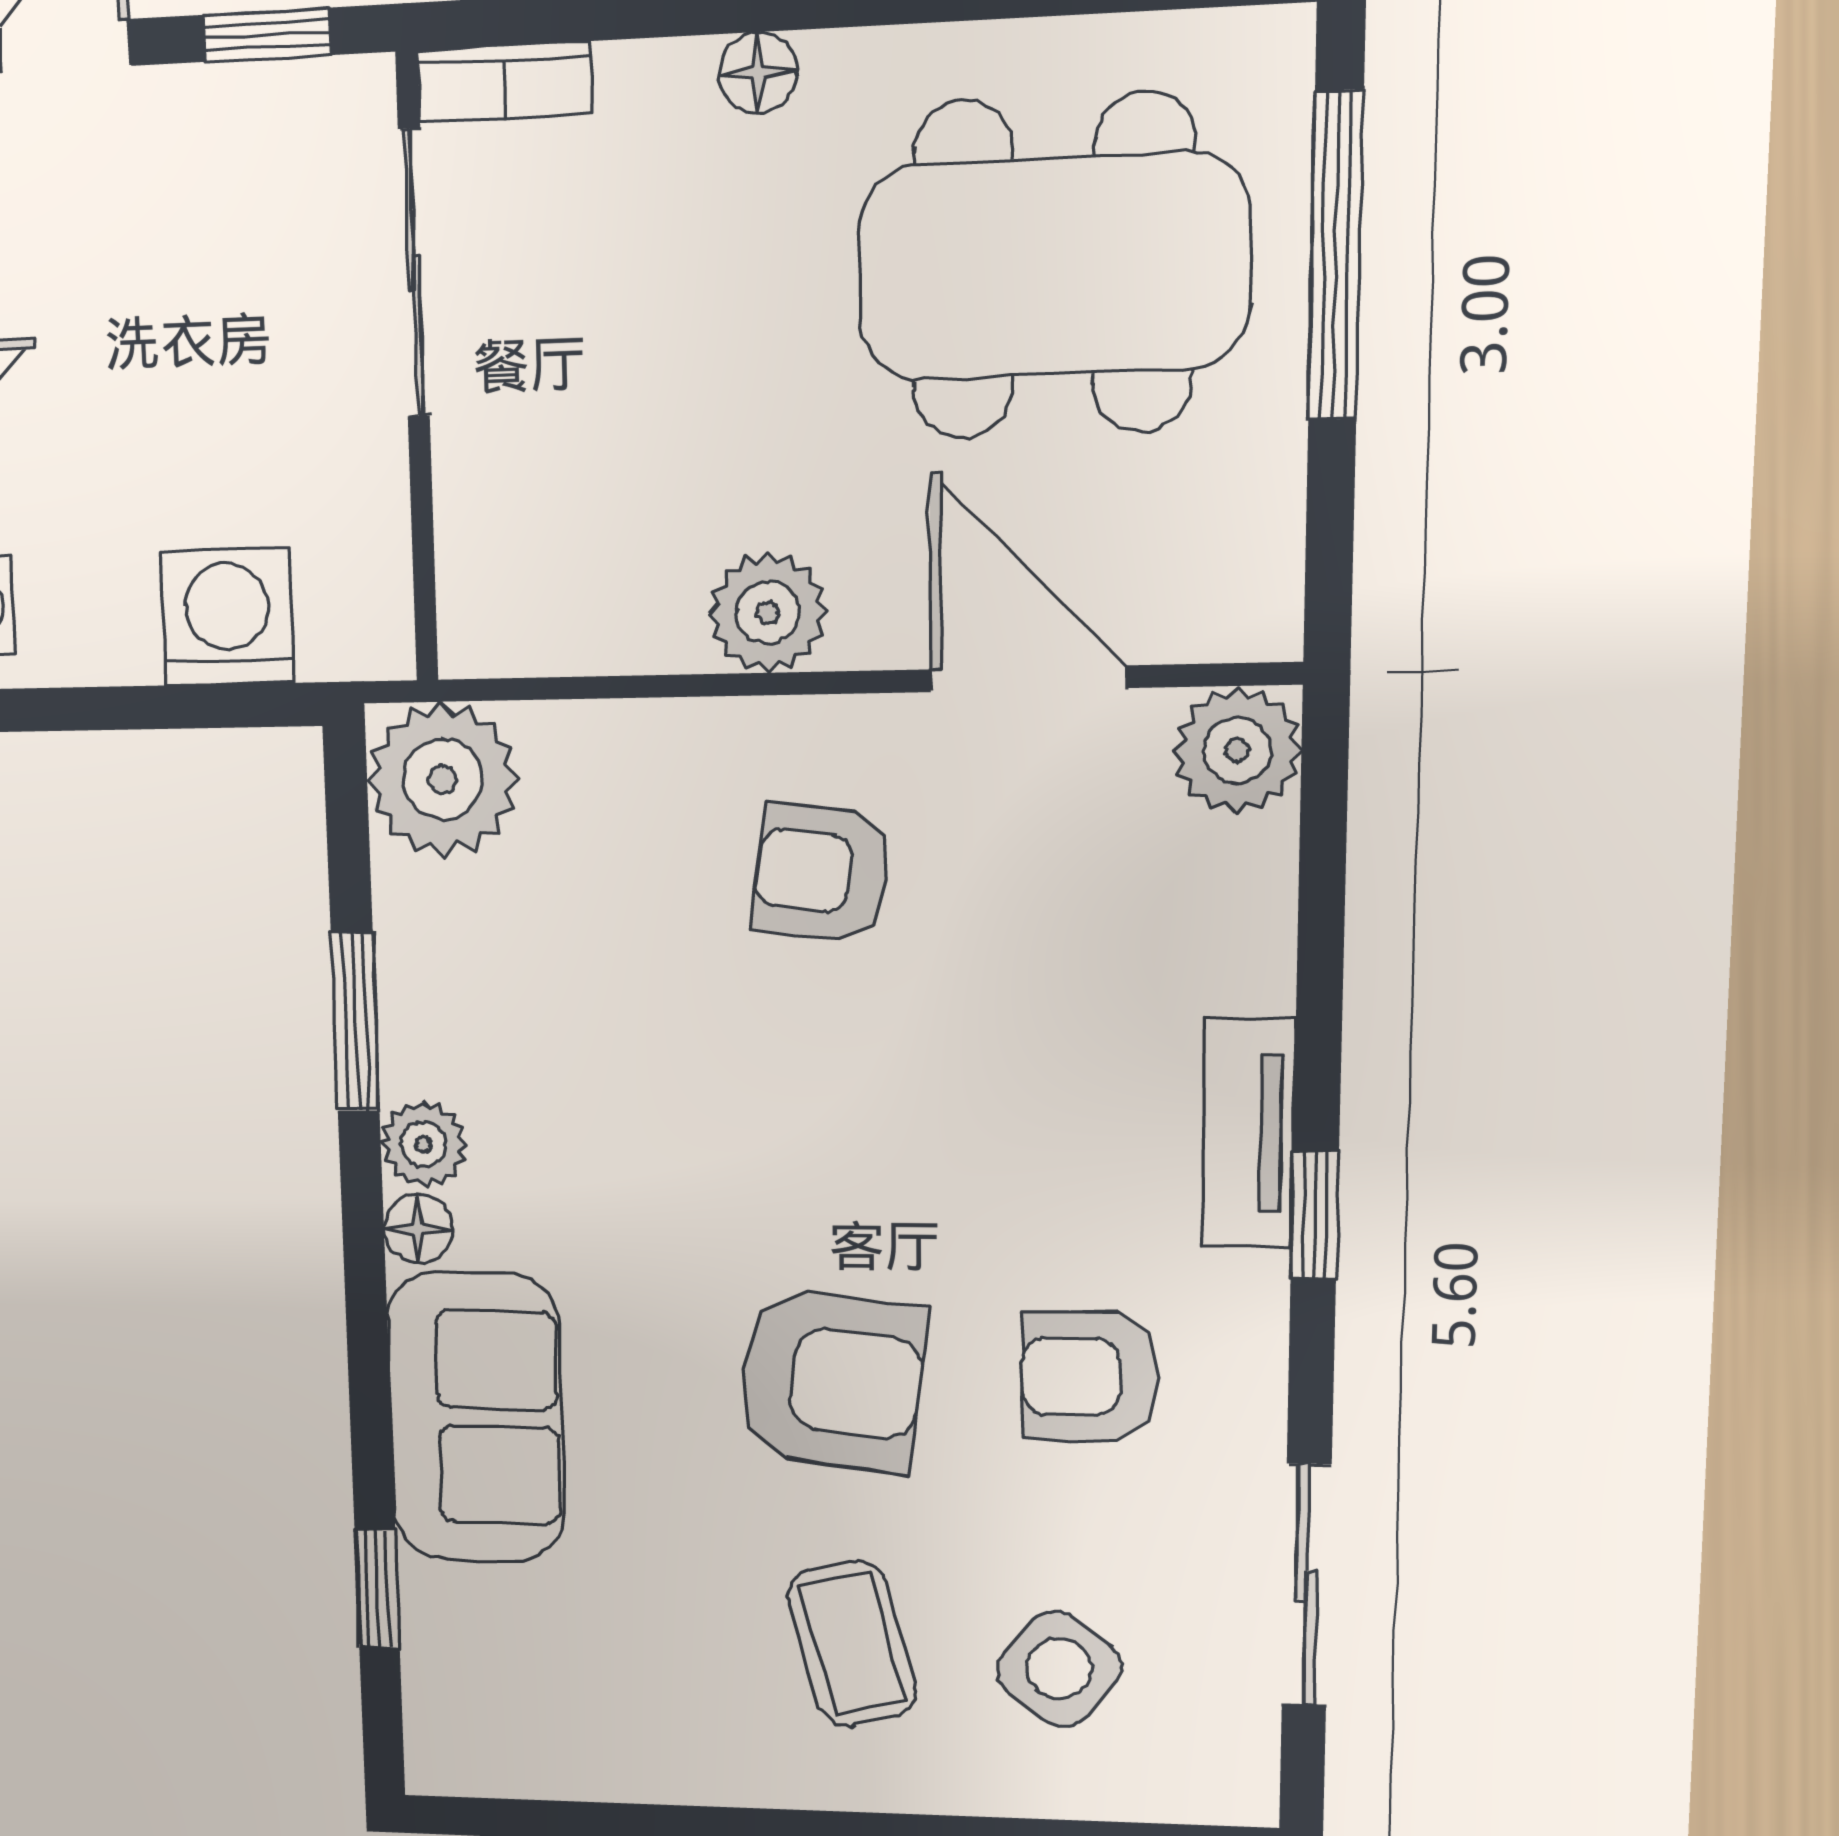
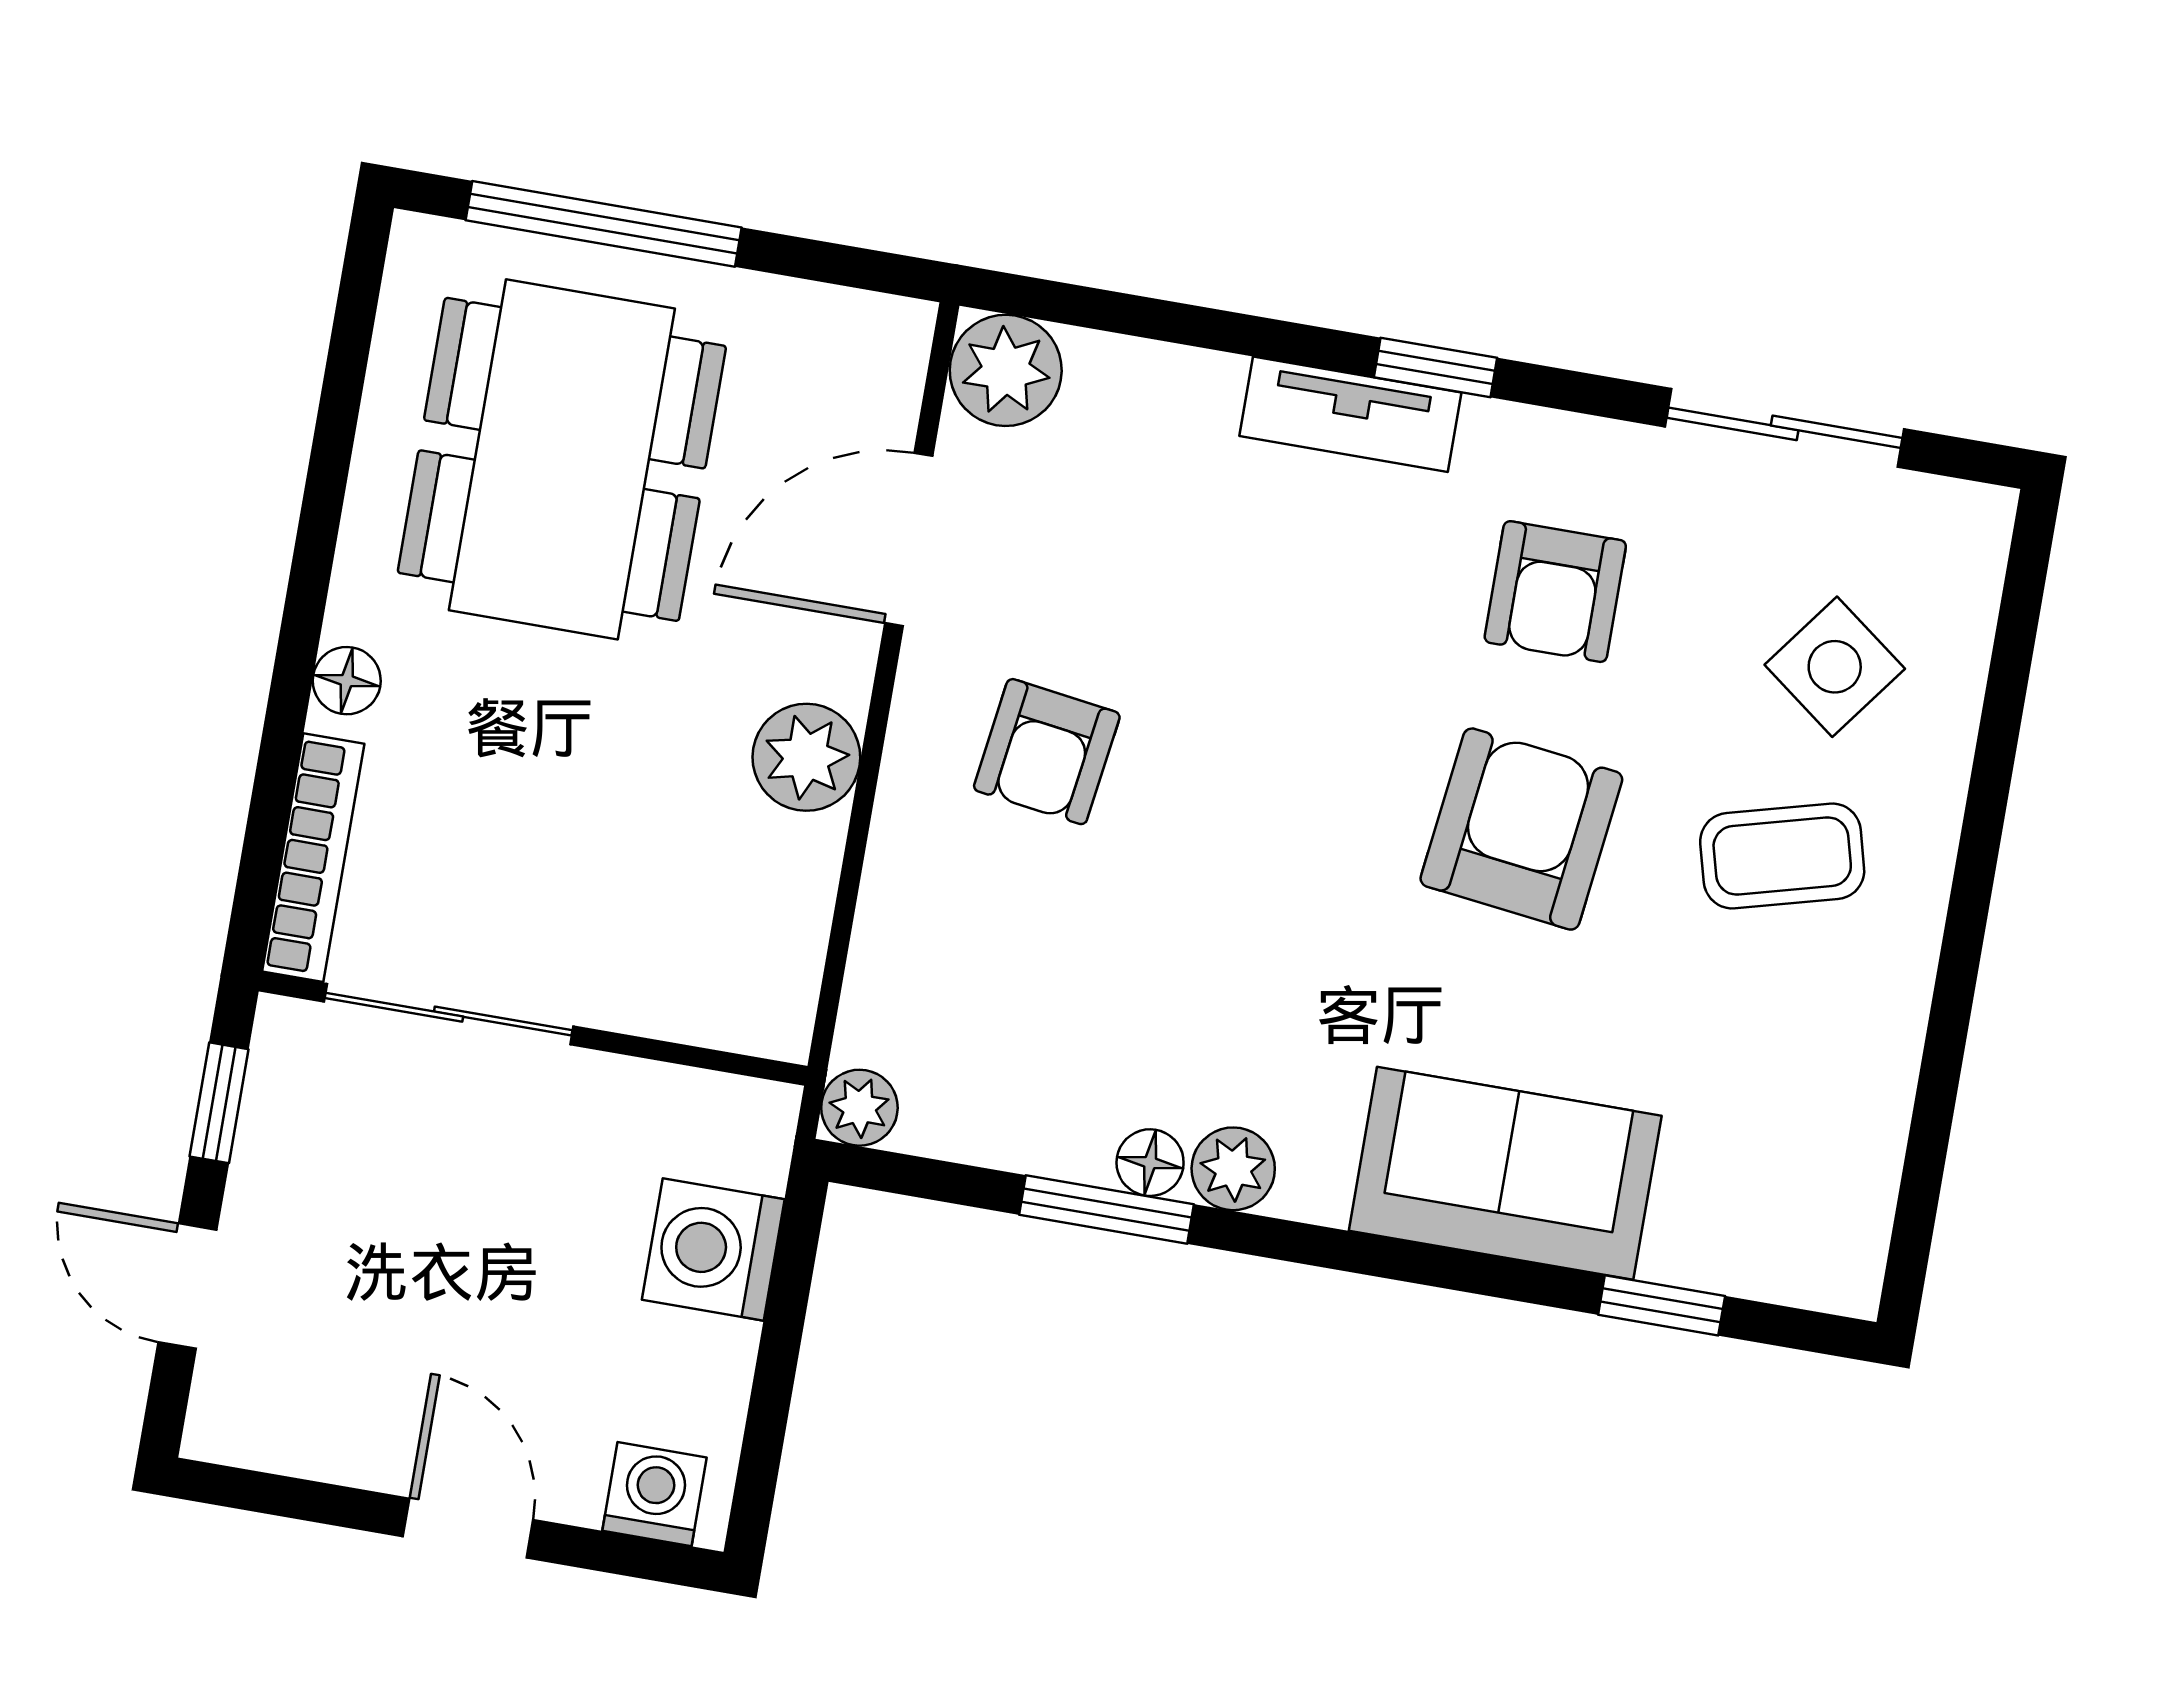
bookcase: (505, 82) -> (313, 858), width x1.56
plant: (443, 779) -> (859, 1108), width x0.53, depth x0.53
floor lamp: (418, 1229) -> (1150, 1163), moved

